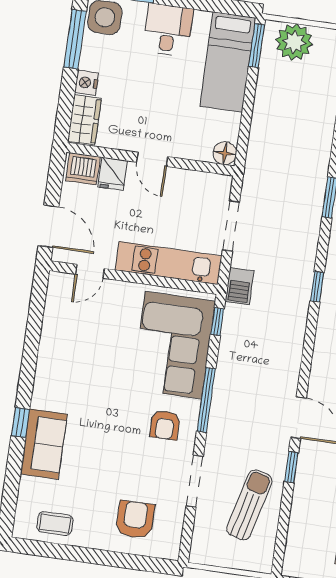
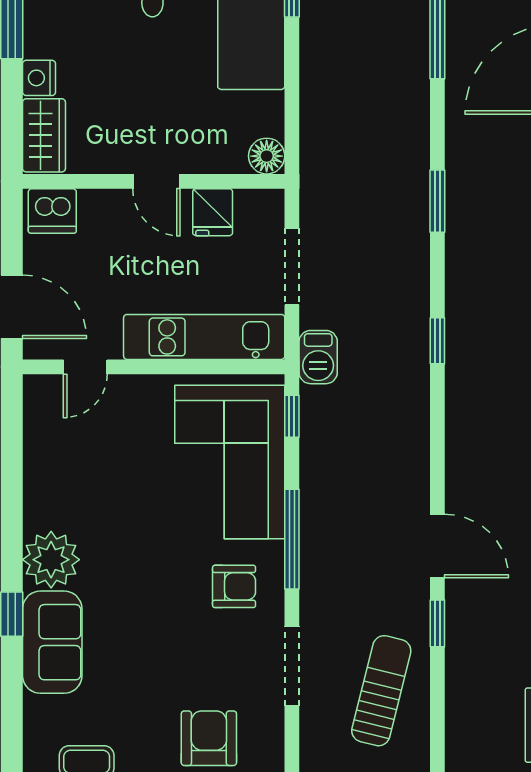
fridge: (113, 174) -> (213, 212), moved
plant: (51, 391) -> (51, 560), added
armchair: (165, 425) -> (234, 586), turned -90

